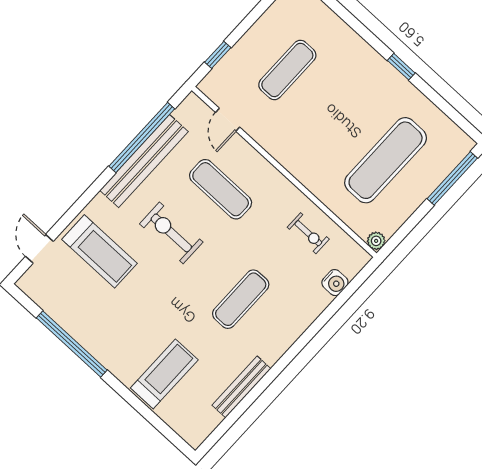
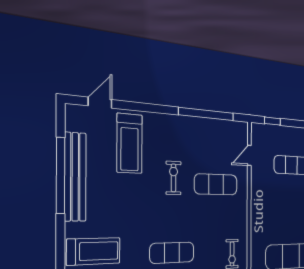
bench: (144, 161) -> (75, 177), moved, turned 90
exercise mat: (221, 189) -> (216, 184), turned 90
exercise bike: (171, 233) -> (174, 178), width x0.73, depth x0.72

